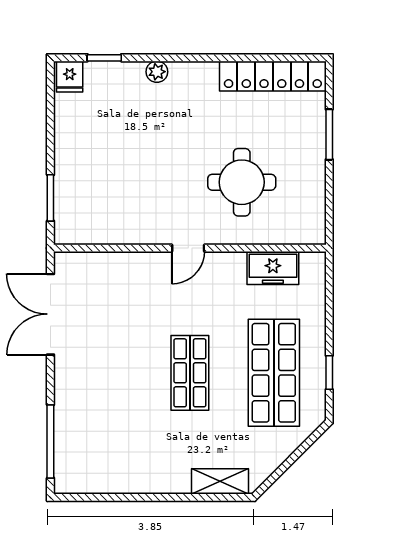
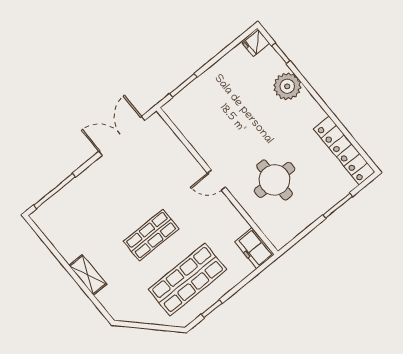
plant: (157, 72) -> (287, 86), width x1.88, depth x1.88
freezer: (273, 268) -> (255, 248), moved
shelving: (220, 481) -> (88, 275), moved

